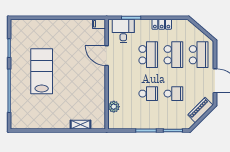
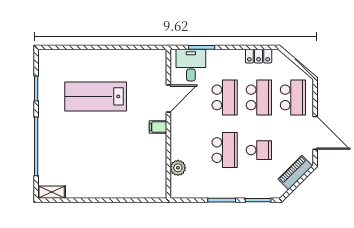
filing cabinet: (99, 24) -> (158, 127), moved
locker: (162, 24) -> (259, 56), moved
door: (107, 56) -> (168, 99), swing flipped
lab bench: (42, 71) -> (96, 96), moved, turned -90
school desk: (148, 94) -> (225, 150), width x1.85
shelving: (80, 125) -> (52, 192), moved

